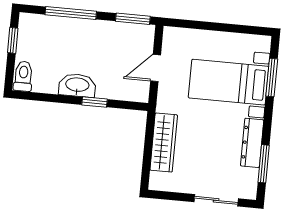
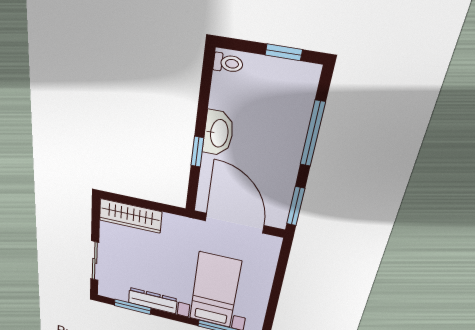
door: (156, 68) -> (234, 223), width x1.87
toilet: (23, 76) -> (228, 63), width x0.73, depth x0.72
wardrobe: (164, 143) -> (130, 216), moved

